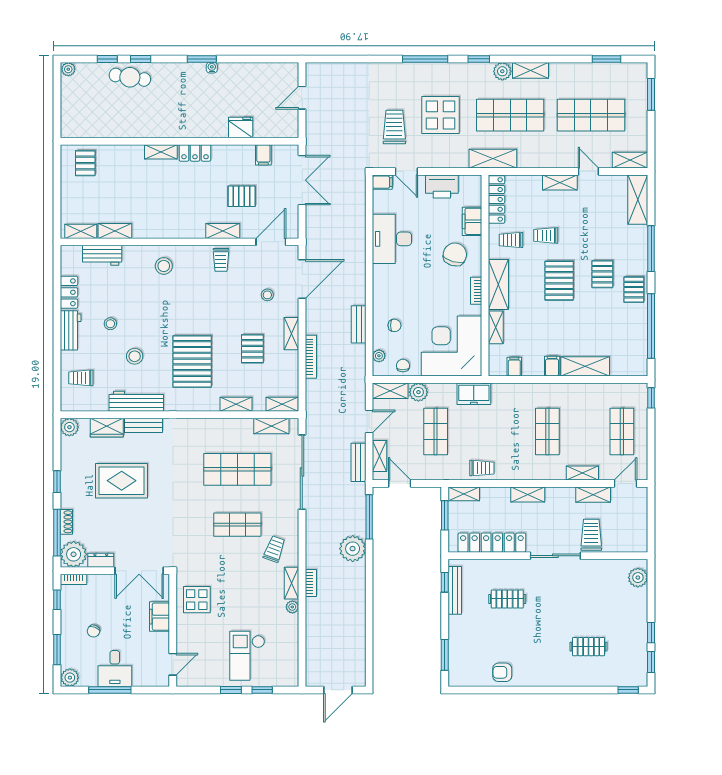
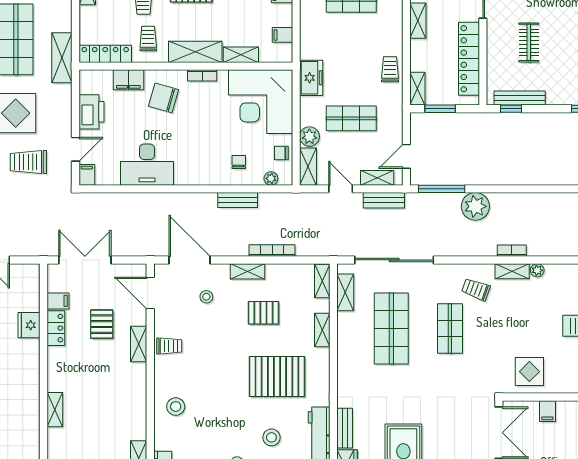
locker: (195, 153) -> (56, 328), moved
trolley: (511, 240) -> (148, 38), turned 180
filing cabinet: (160, 617) -> (547, 411), width x0.50

